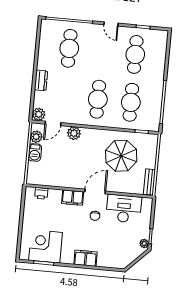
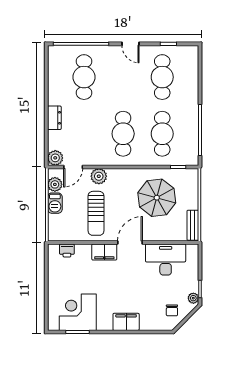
sun lounger: (69, 164) -> (96, 213), added
chair: (95, 216) -> (172, 310), moved

